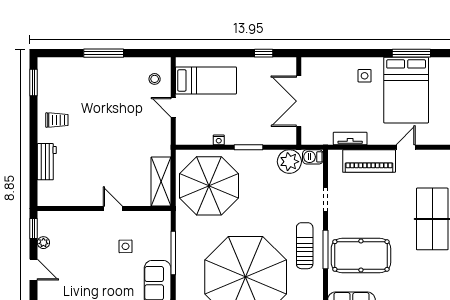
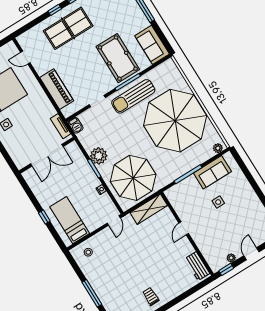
window: (264, 53) -> (44, 217), moved
door: (173, 107) -> (114, 221), moved
tv unit: (350, 139) -> (61, 126), moved
door: (406, 147) -> (25, 58), moved
workbench: (47, 162) -> (197, 266), moved, turned -90
plant: (289, 162) -> (99, 156), moved
side table: (125, 246) -> (218, 202), moved
sun lounger: (305, 246) -> (133, 96), width x1.36, depth x1.34

